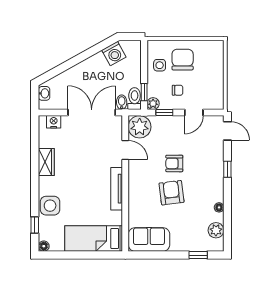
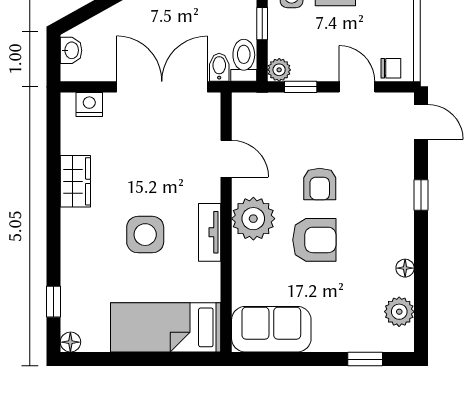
chair: (178, 90) -> (391, 68), moved
window: (144, 92) -> (262, 24), moved
door: (194, 112) -> (357, 87), swing flipped
plant: (140, 127) -> (253, 219), moved
armchair: (174, 163) -> (320, 184), turned -90
tv unit: (117, 189) -> (210, 232), width x0.71
armchair: (172, 193) -> (314, 240), turned 97
side table: (50, 206) -> (145, 235), moved

